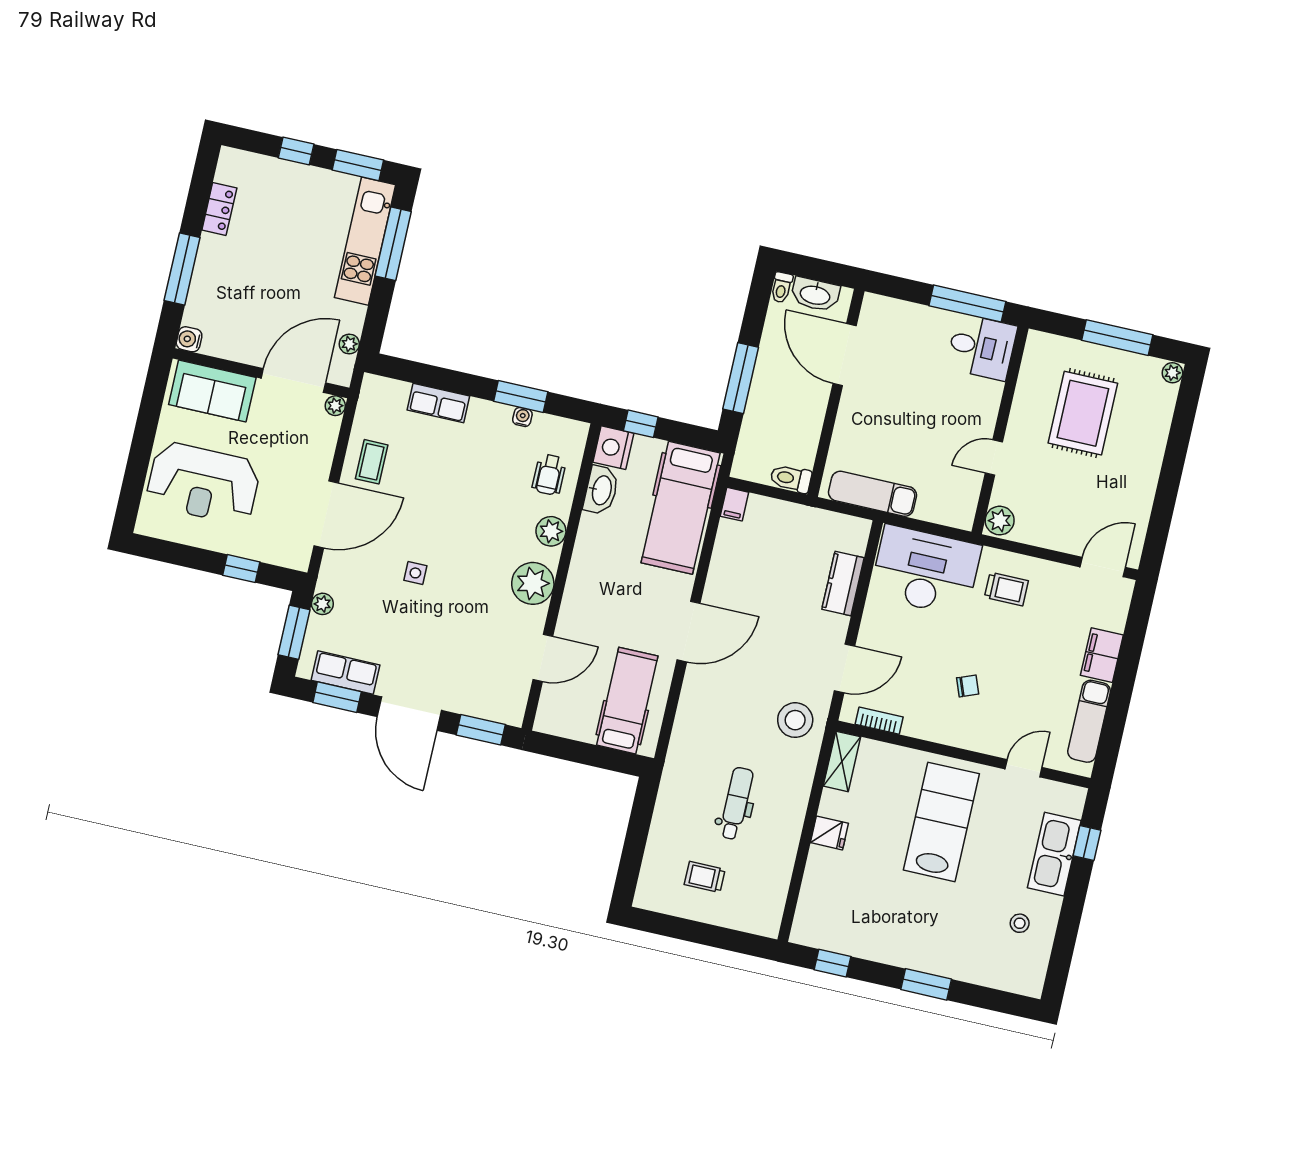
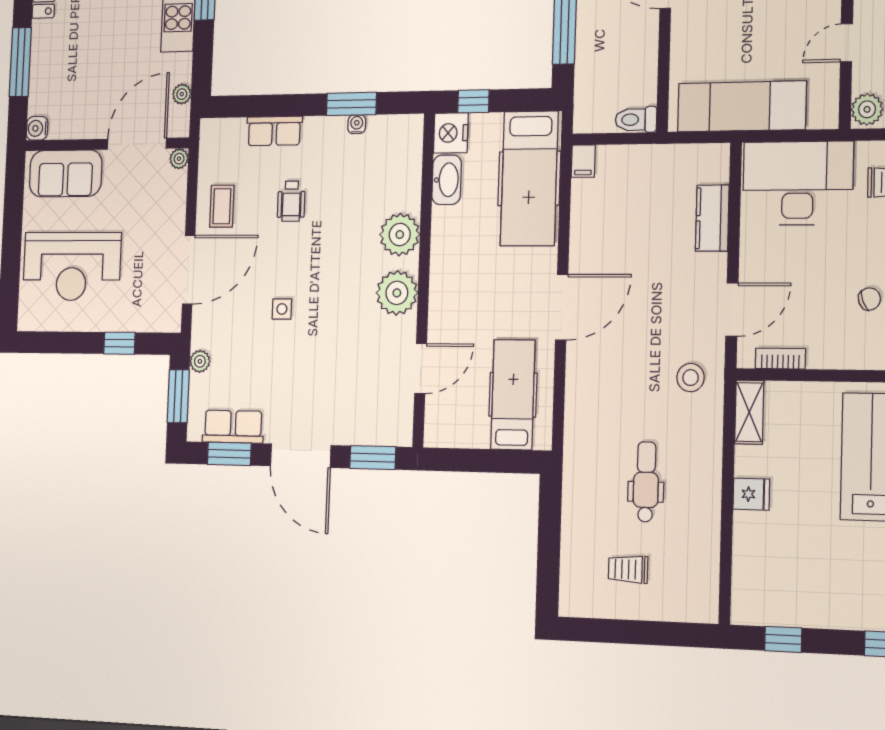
wheelchair: (549, 475) -> (291, 201), moved
exam couch: (873, 494) -> (742, 106), width x1.36, depth x1.45
plant: (551, 531) -> (400, 235), width x1.36, depth x1.36
stool: (795, 720) -> (691, 378), width x0.73, depth x0.73

